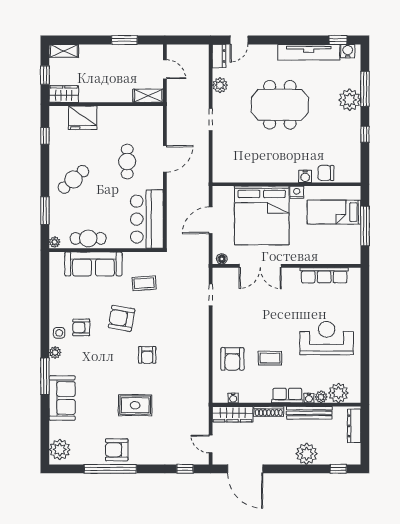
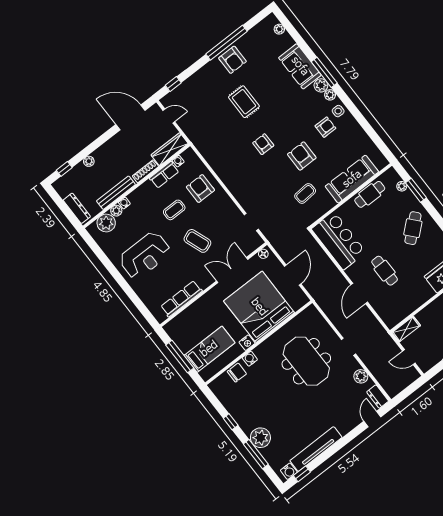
meeting table: (280, 105) -> (306, 361), moved, turned 90
plant: (55, 242) -> (402, 186), moved
coffee table: (271, 315) -> (197, 241), added
armchair: (122, 318) -> (302, 156), turned -100
plant: (57, 367) -> (321, 85), added
row of seats: (287, 396) -> (164, 175), moved
rug: (135, 405) -> (244, 102), turned 90
plant: (60, 450) -> (279, 29), width x0.53, depth x0.53
armchair: (117, 450) -> (232, 60), turned 90
plant: (306, 454) -> (89, 161), width x0.53, depth x0.53

